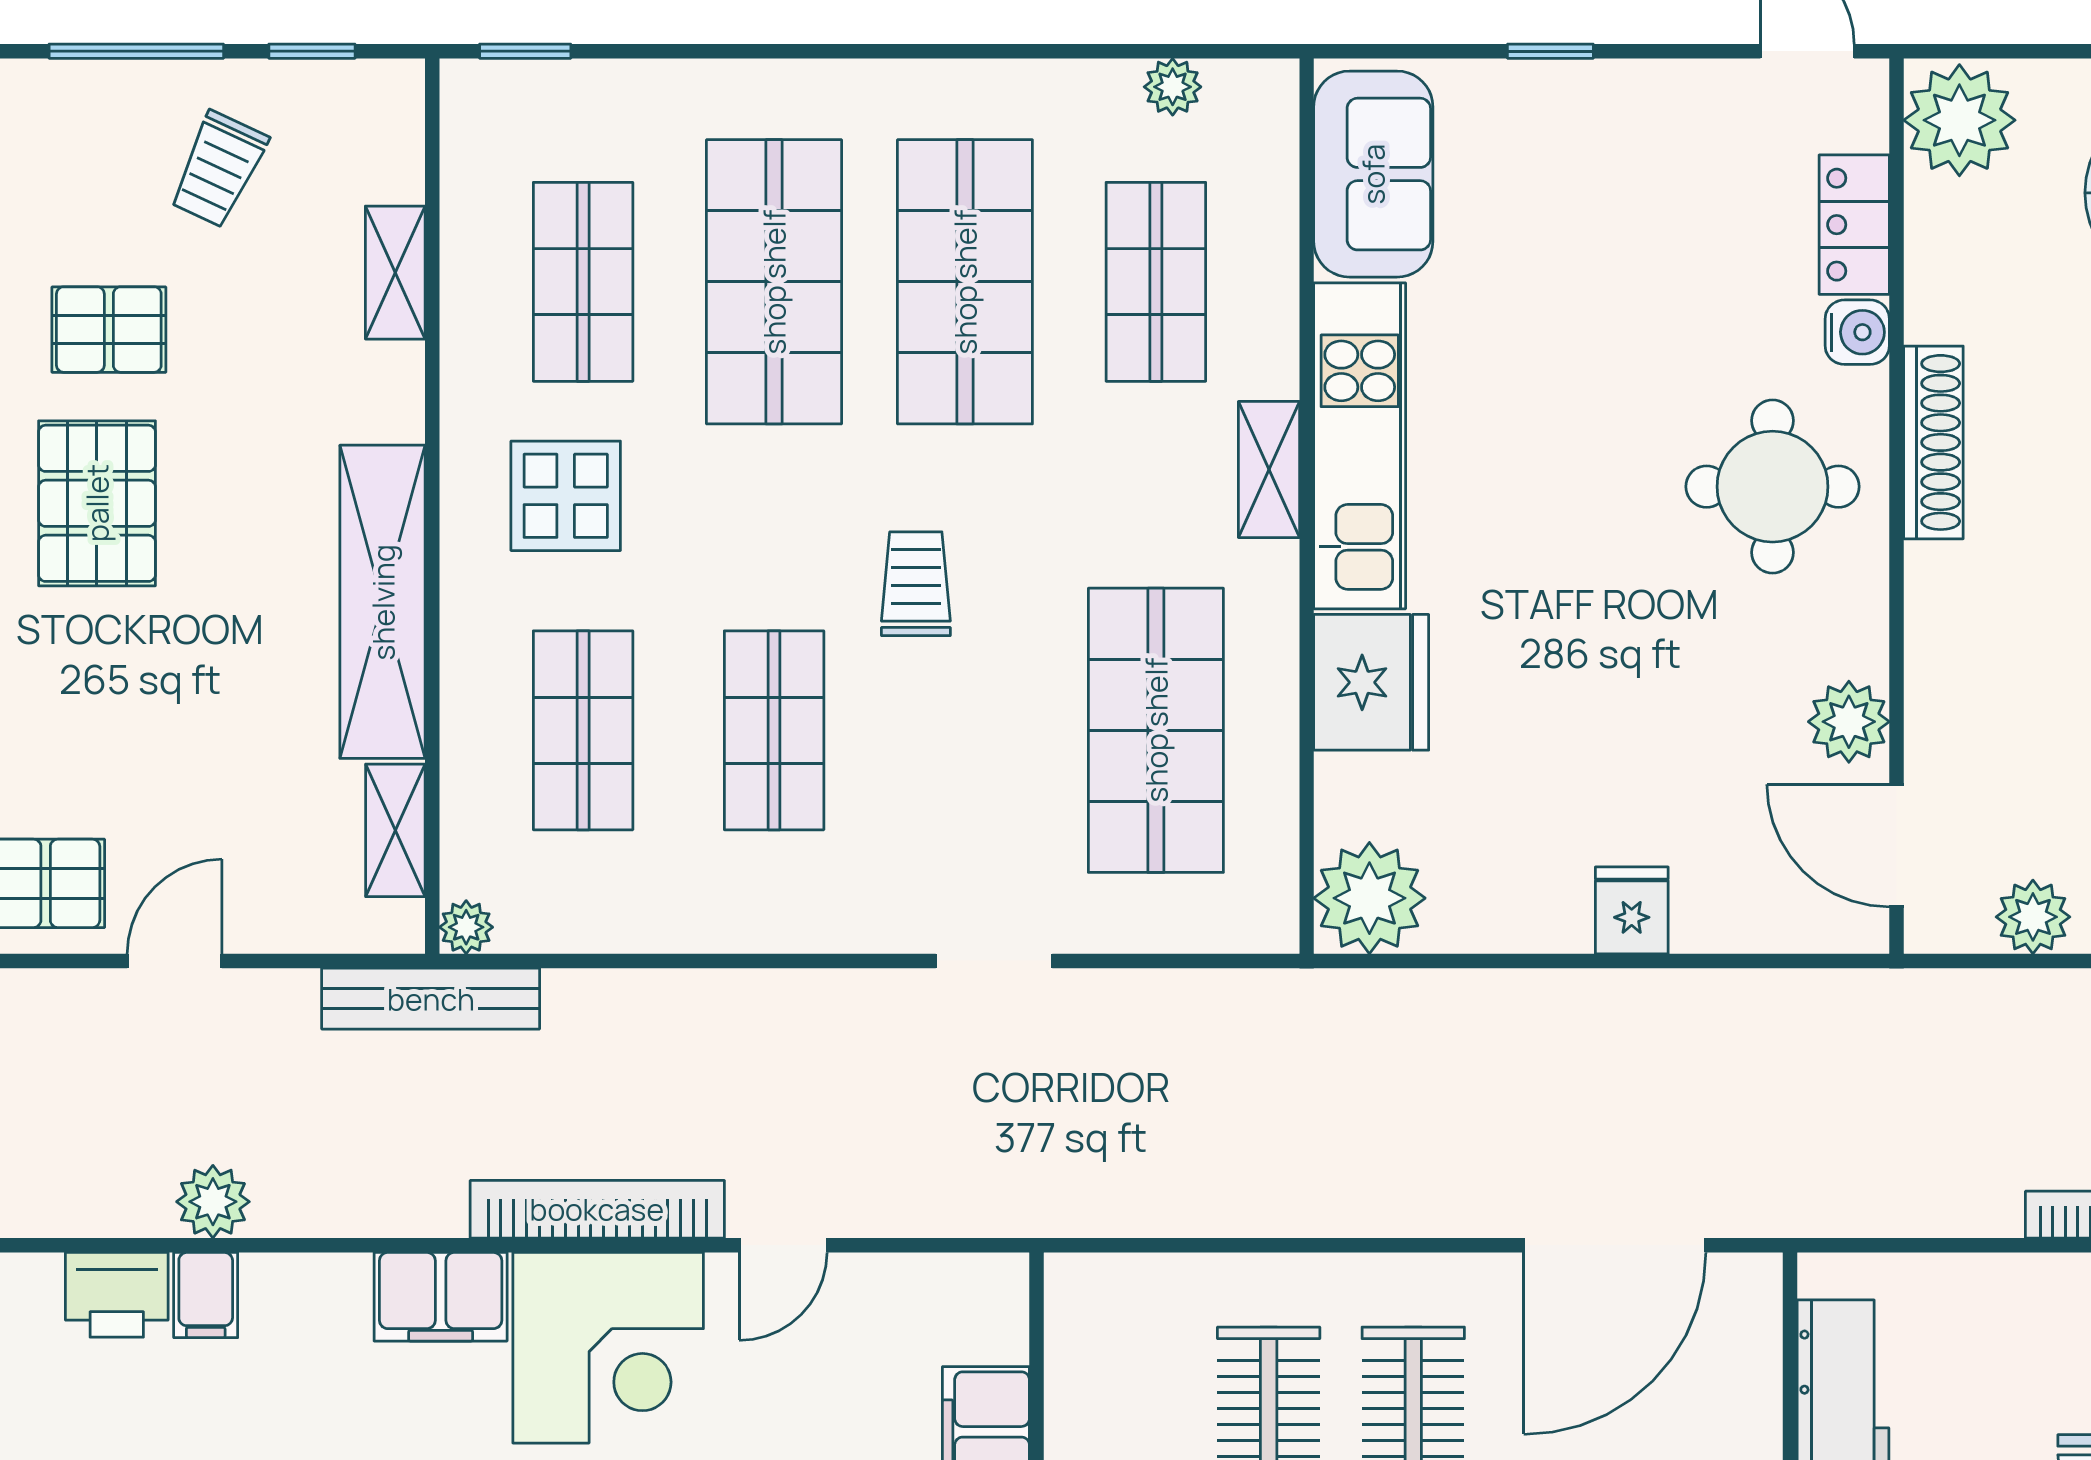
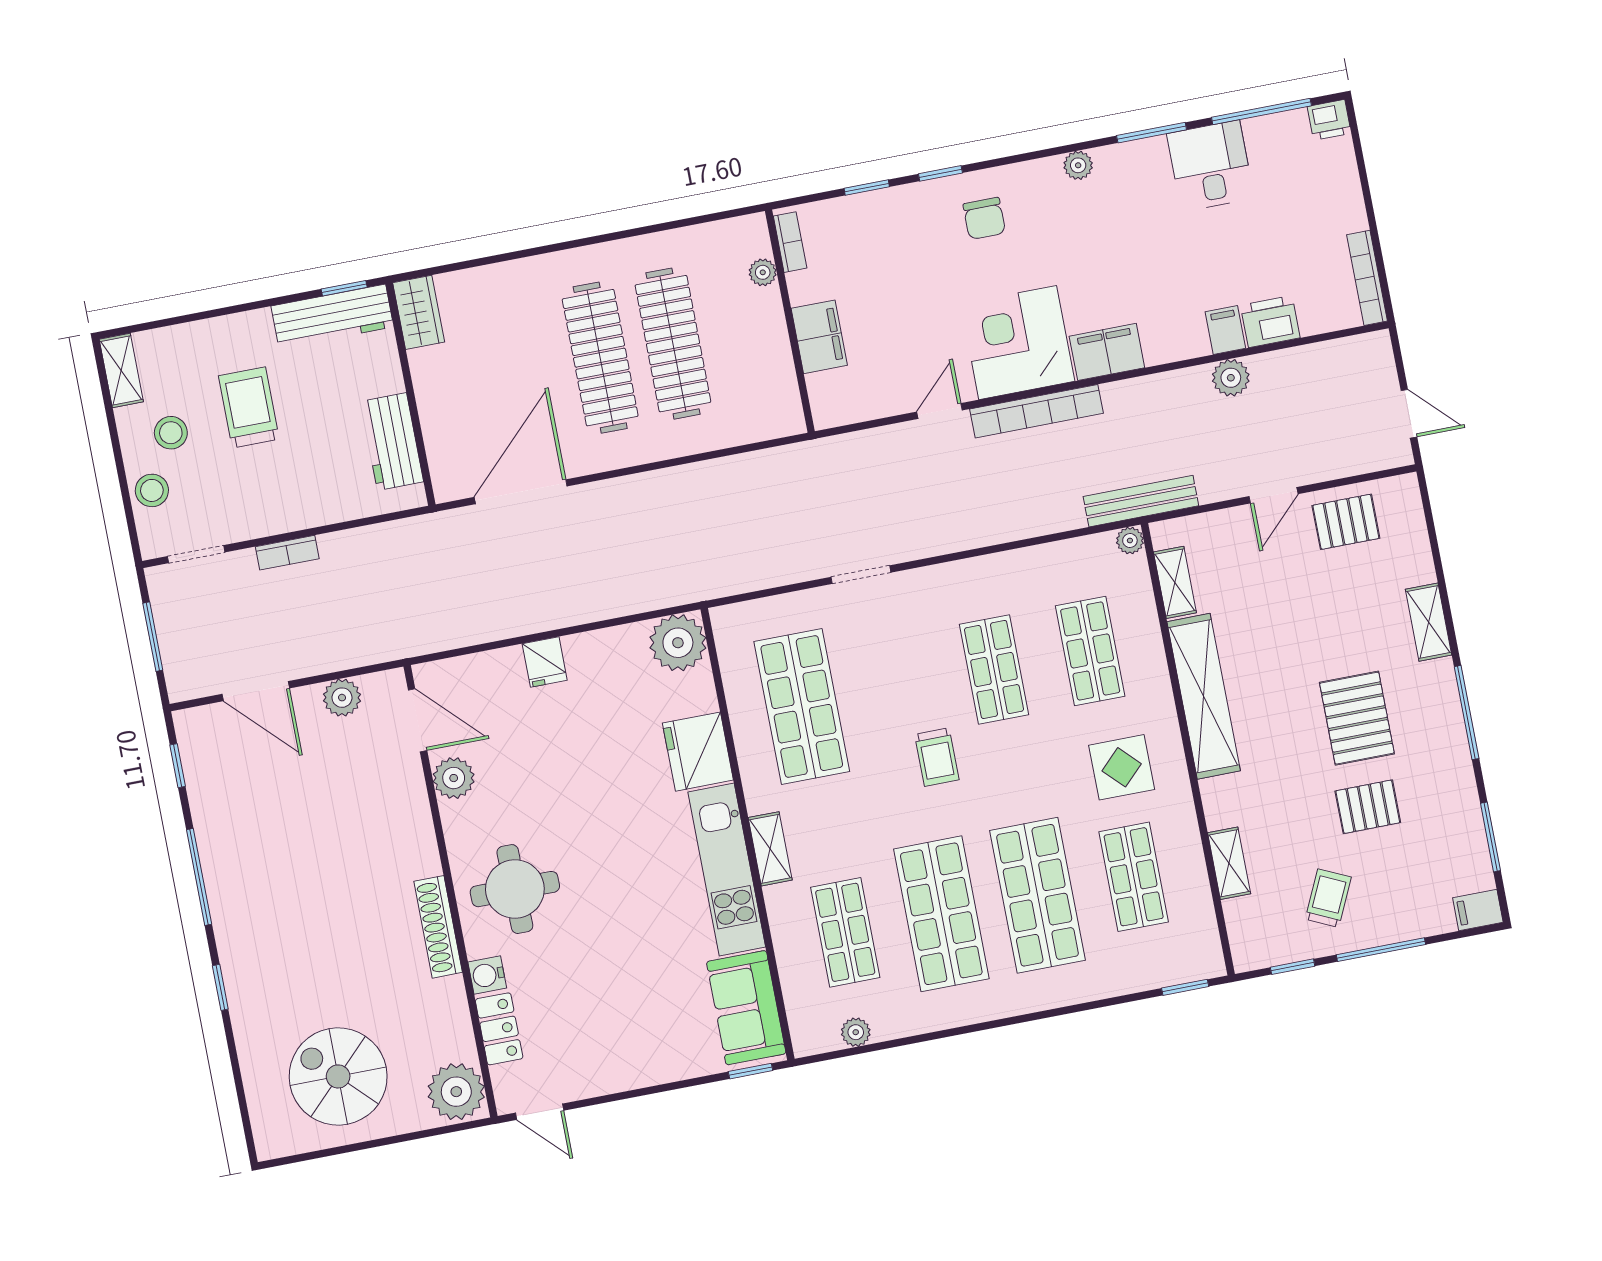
window: (1550, 51) -> (751, 1071), moved

